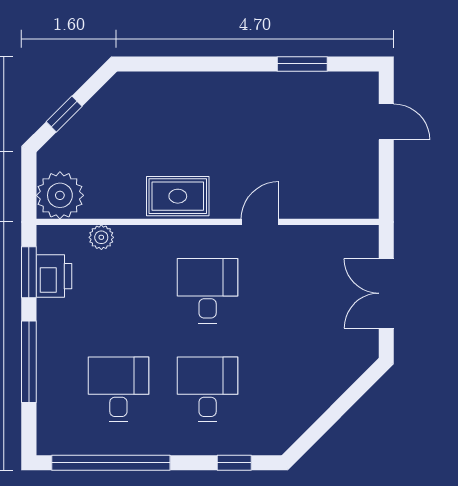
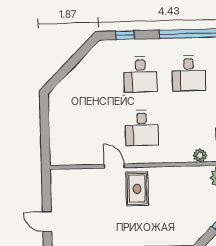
rug: (178, 196) -> (137, 189), moved, turned 90
door: (260, 222) -> (114, 166), swing flipped
double door: (386, 293) -> (45, 129), removed

